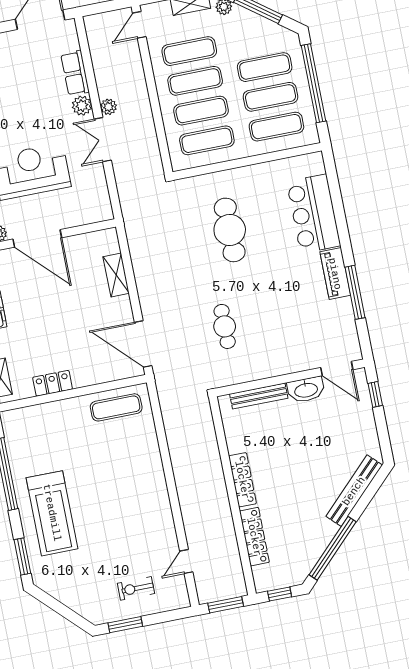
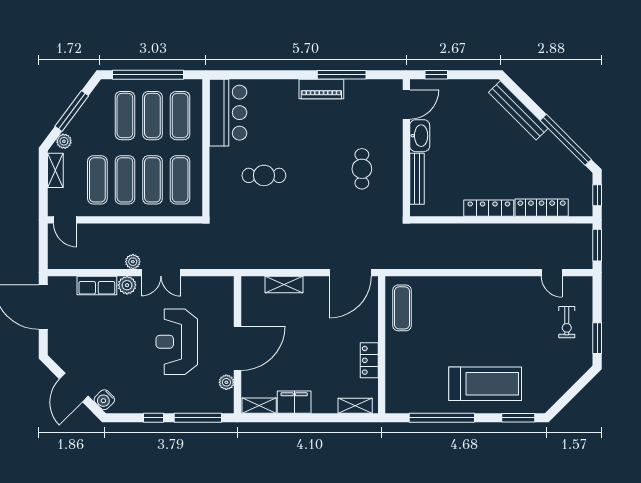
bar counter: (314, 214) -> (228, 113), moved, turned -90
cafe table: (230, 230) -> (264, 175), width x0.73, depth x0.74
cafe table: (225, 326) -> (362, 169), moved, turned 90

